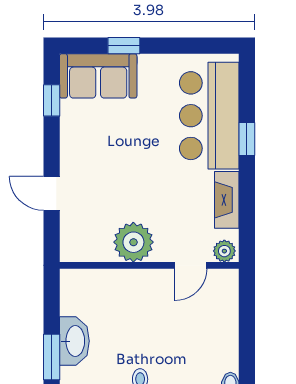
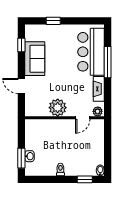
sofa: (98, 76) -> (35, 59), moved, turned -90
window: (247, 139) -> (108, 62), width x2.17
washbasin: (74, 341) -> (30, 156), width x0.52, depth x0.69

